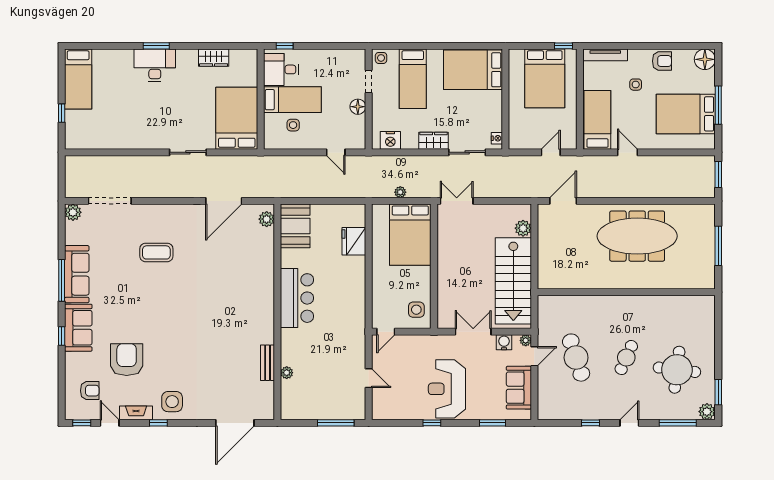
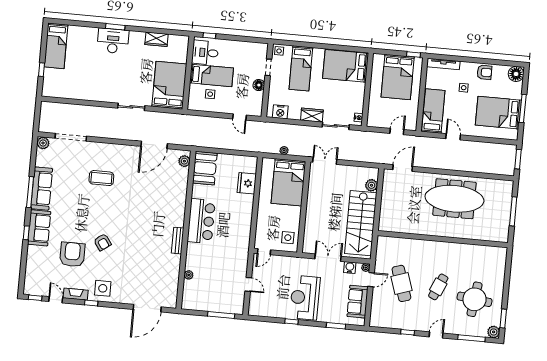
bench: (268, 363) -> (178, 241), moved
armchair: (90, 391) -> (103, 242), moved, turned 54

